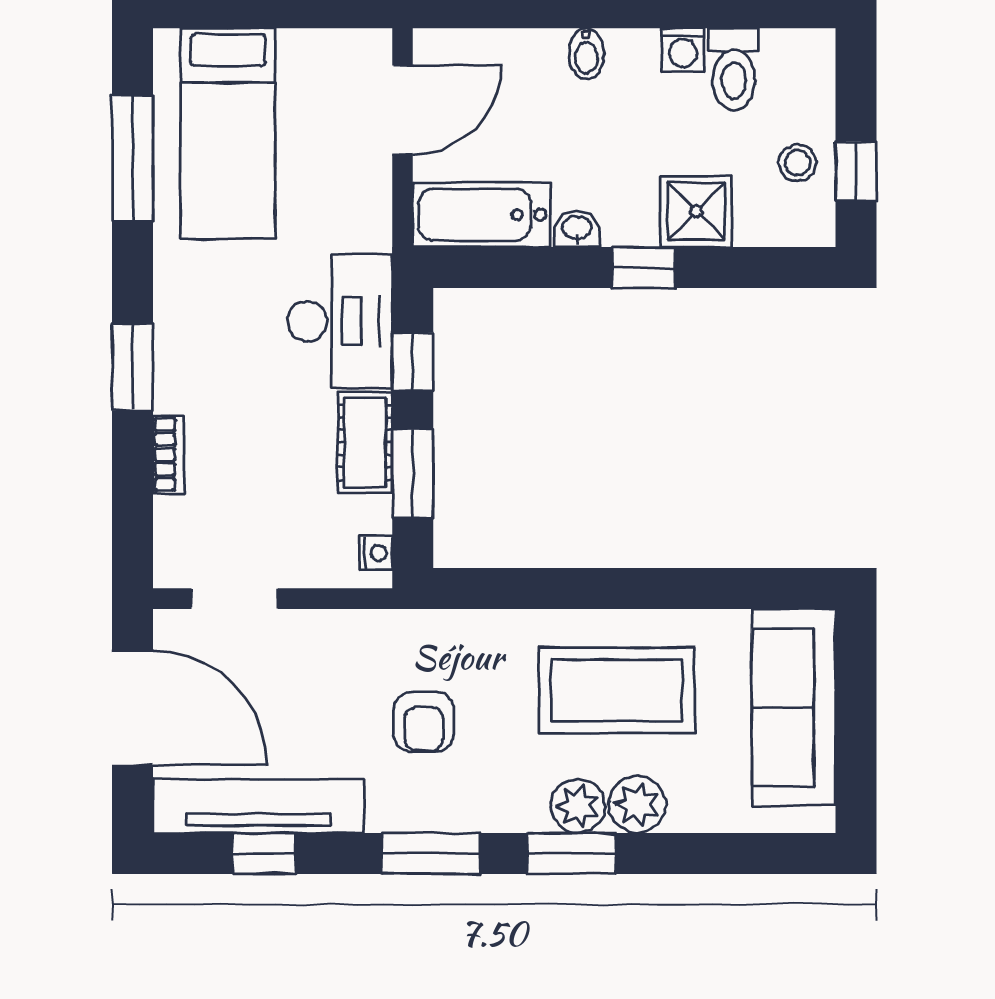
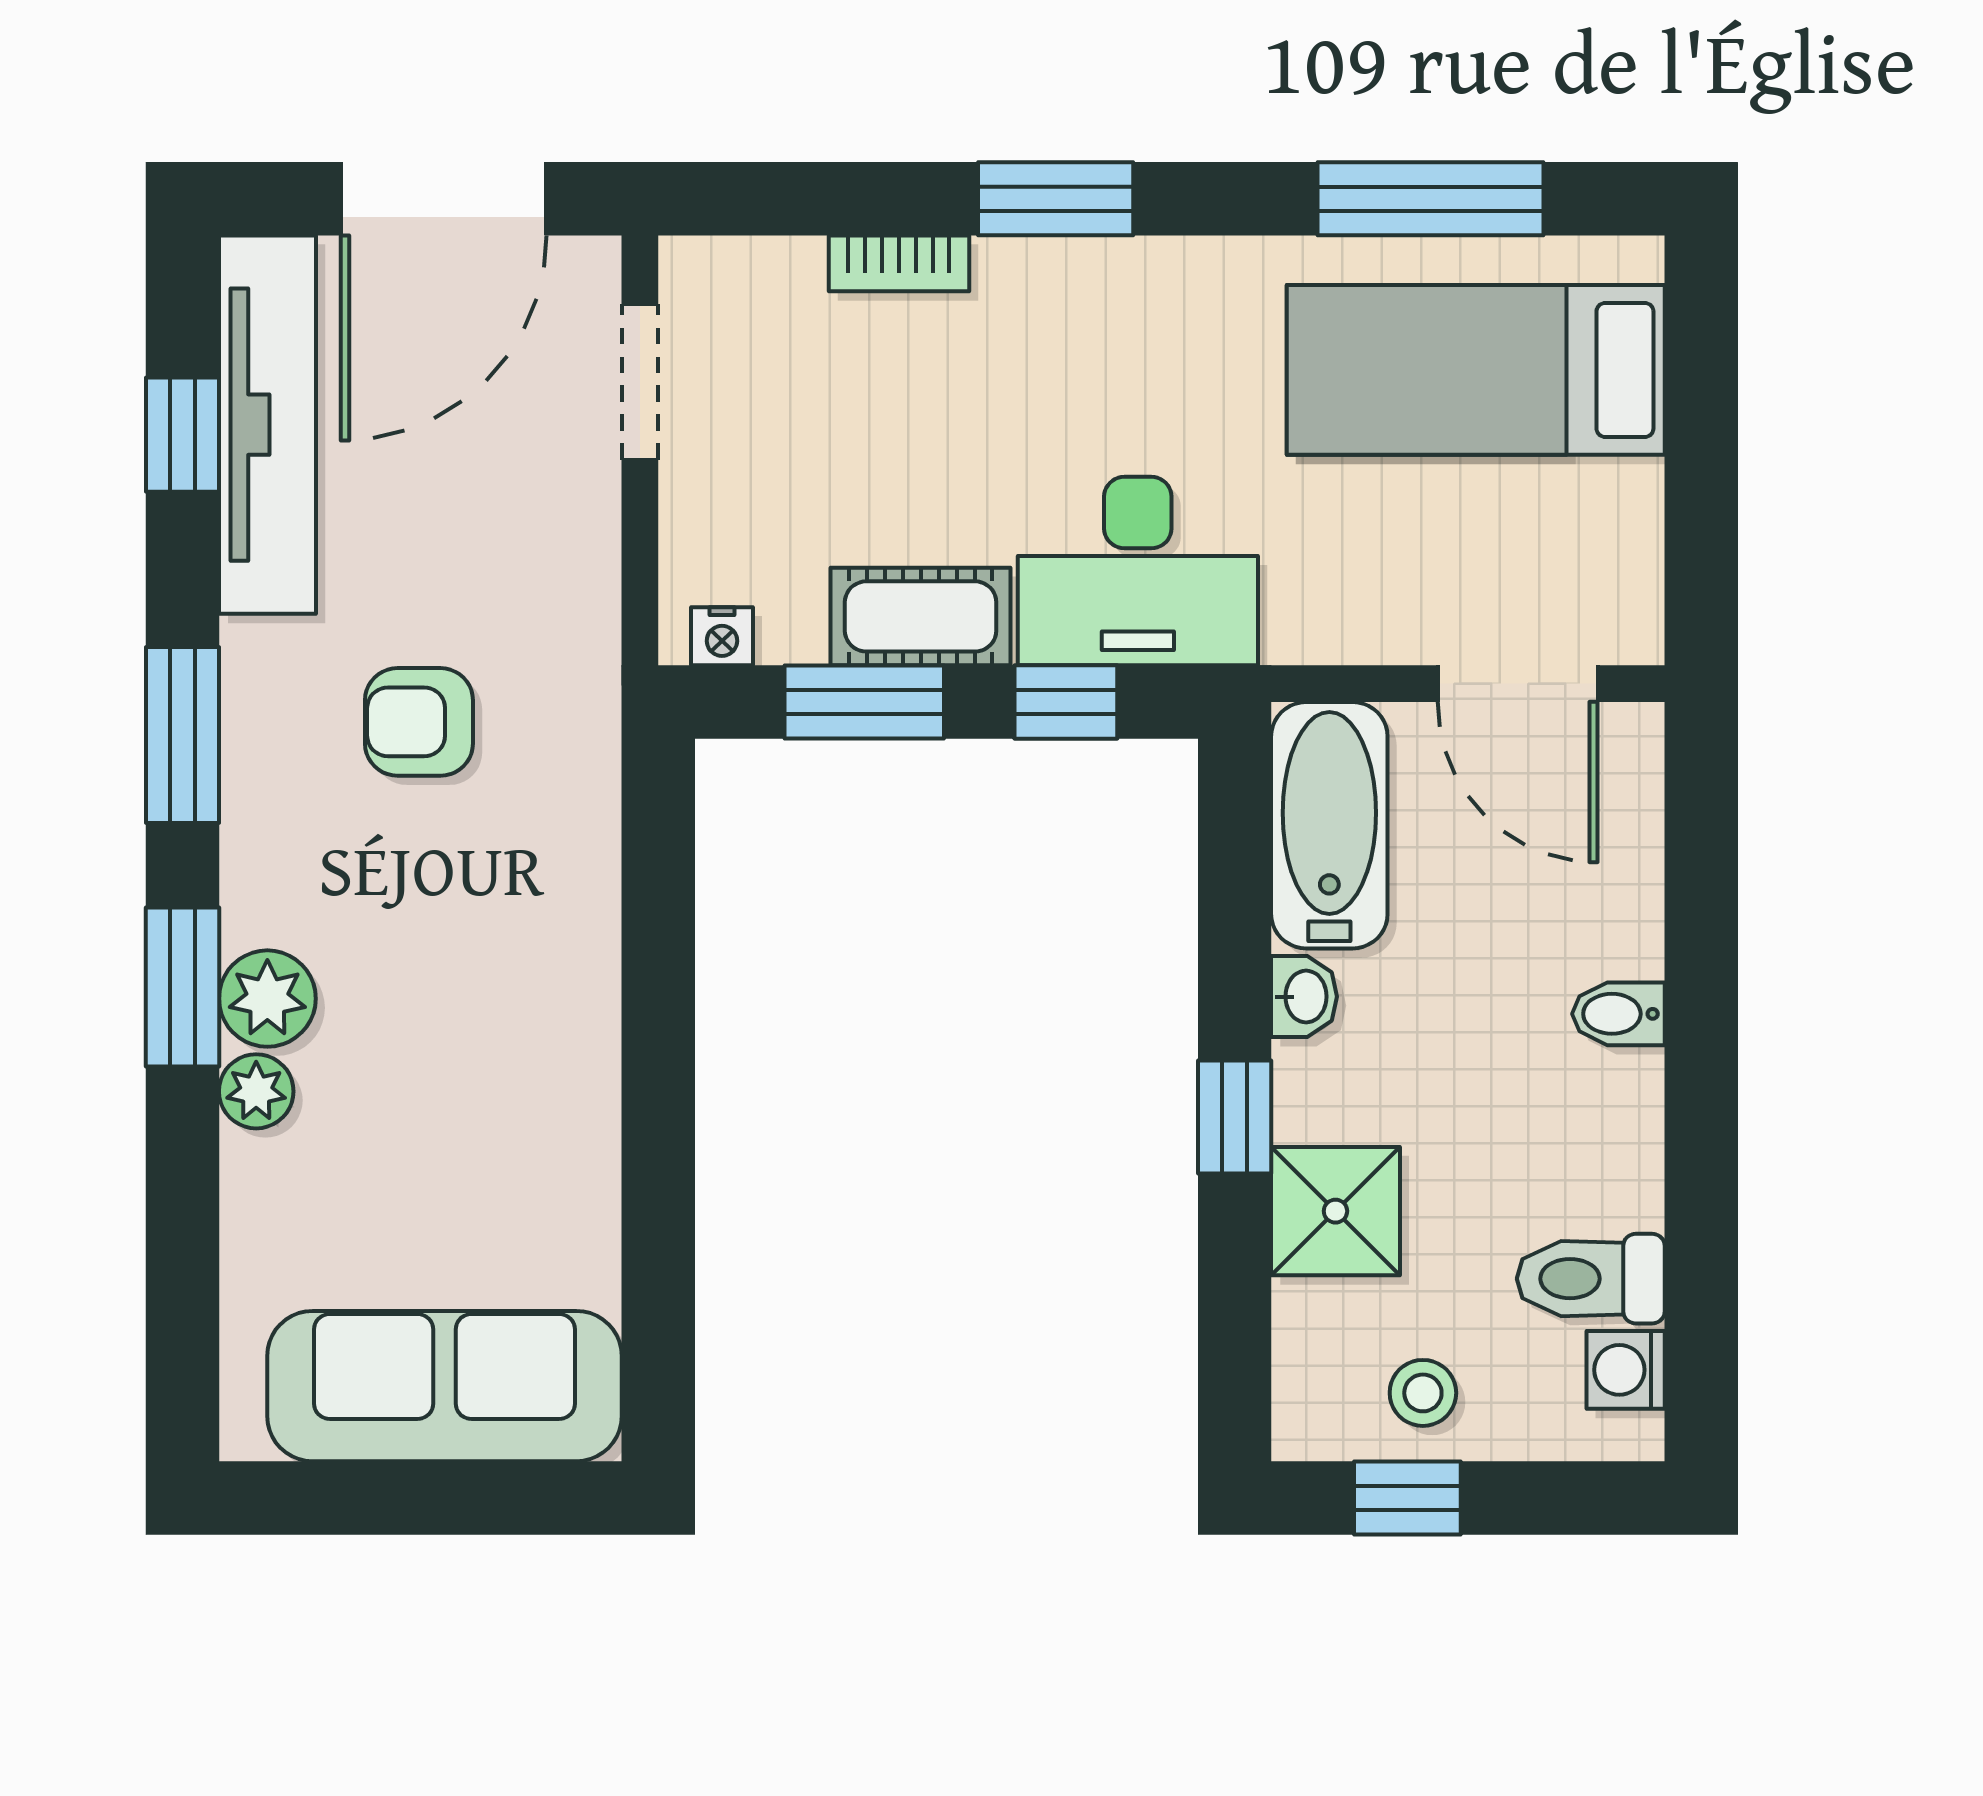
washing machine: (683, 50) -> (1626, 1370), moved
coffee table: (617, 690) -> (475, 1068), removed
plant: (637, 805) -> (256, 1091), width x0.73, depth x0.73

